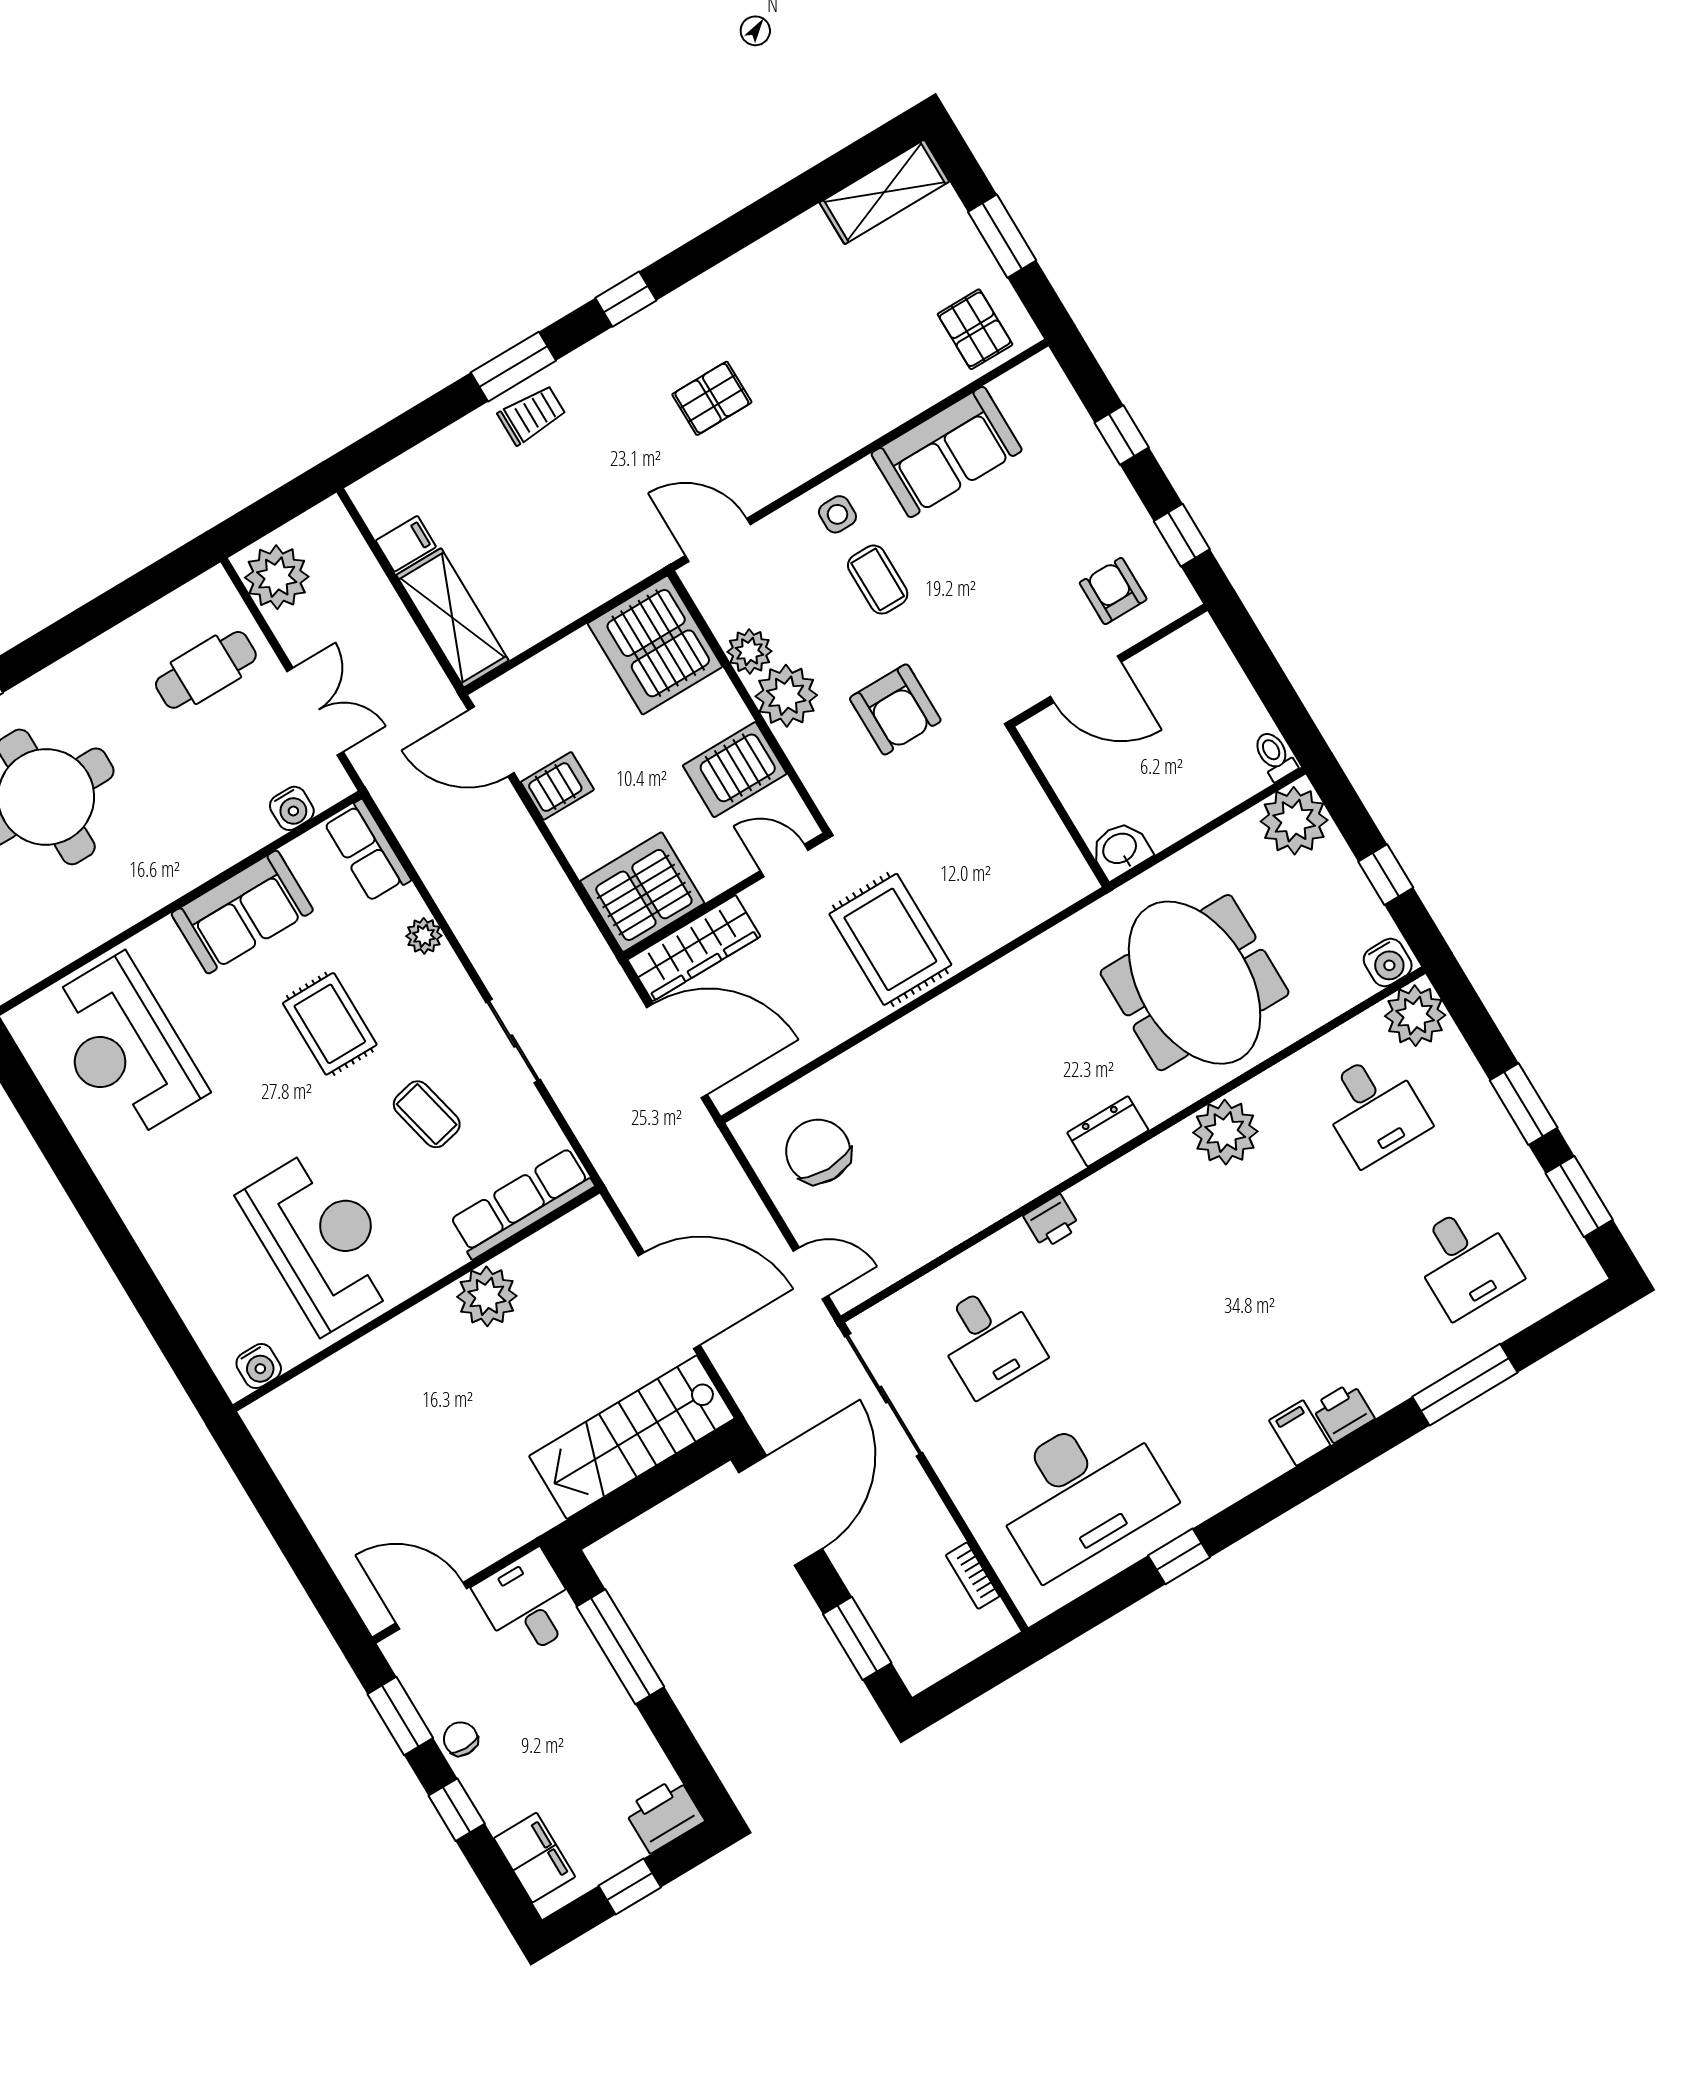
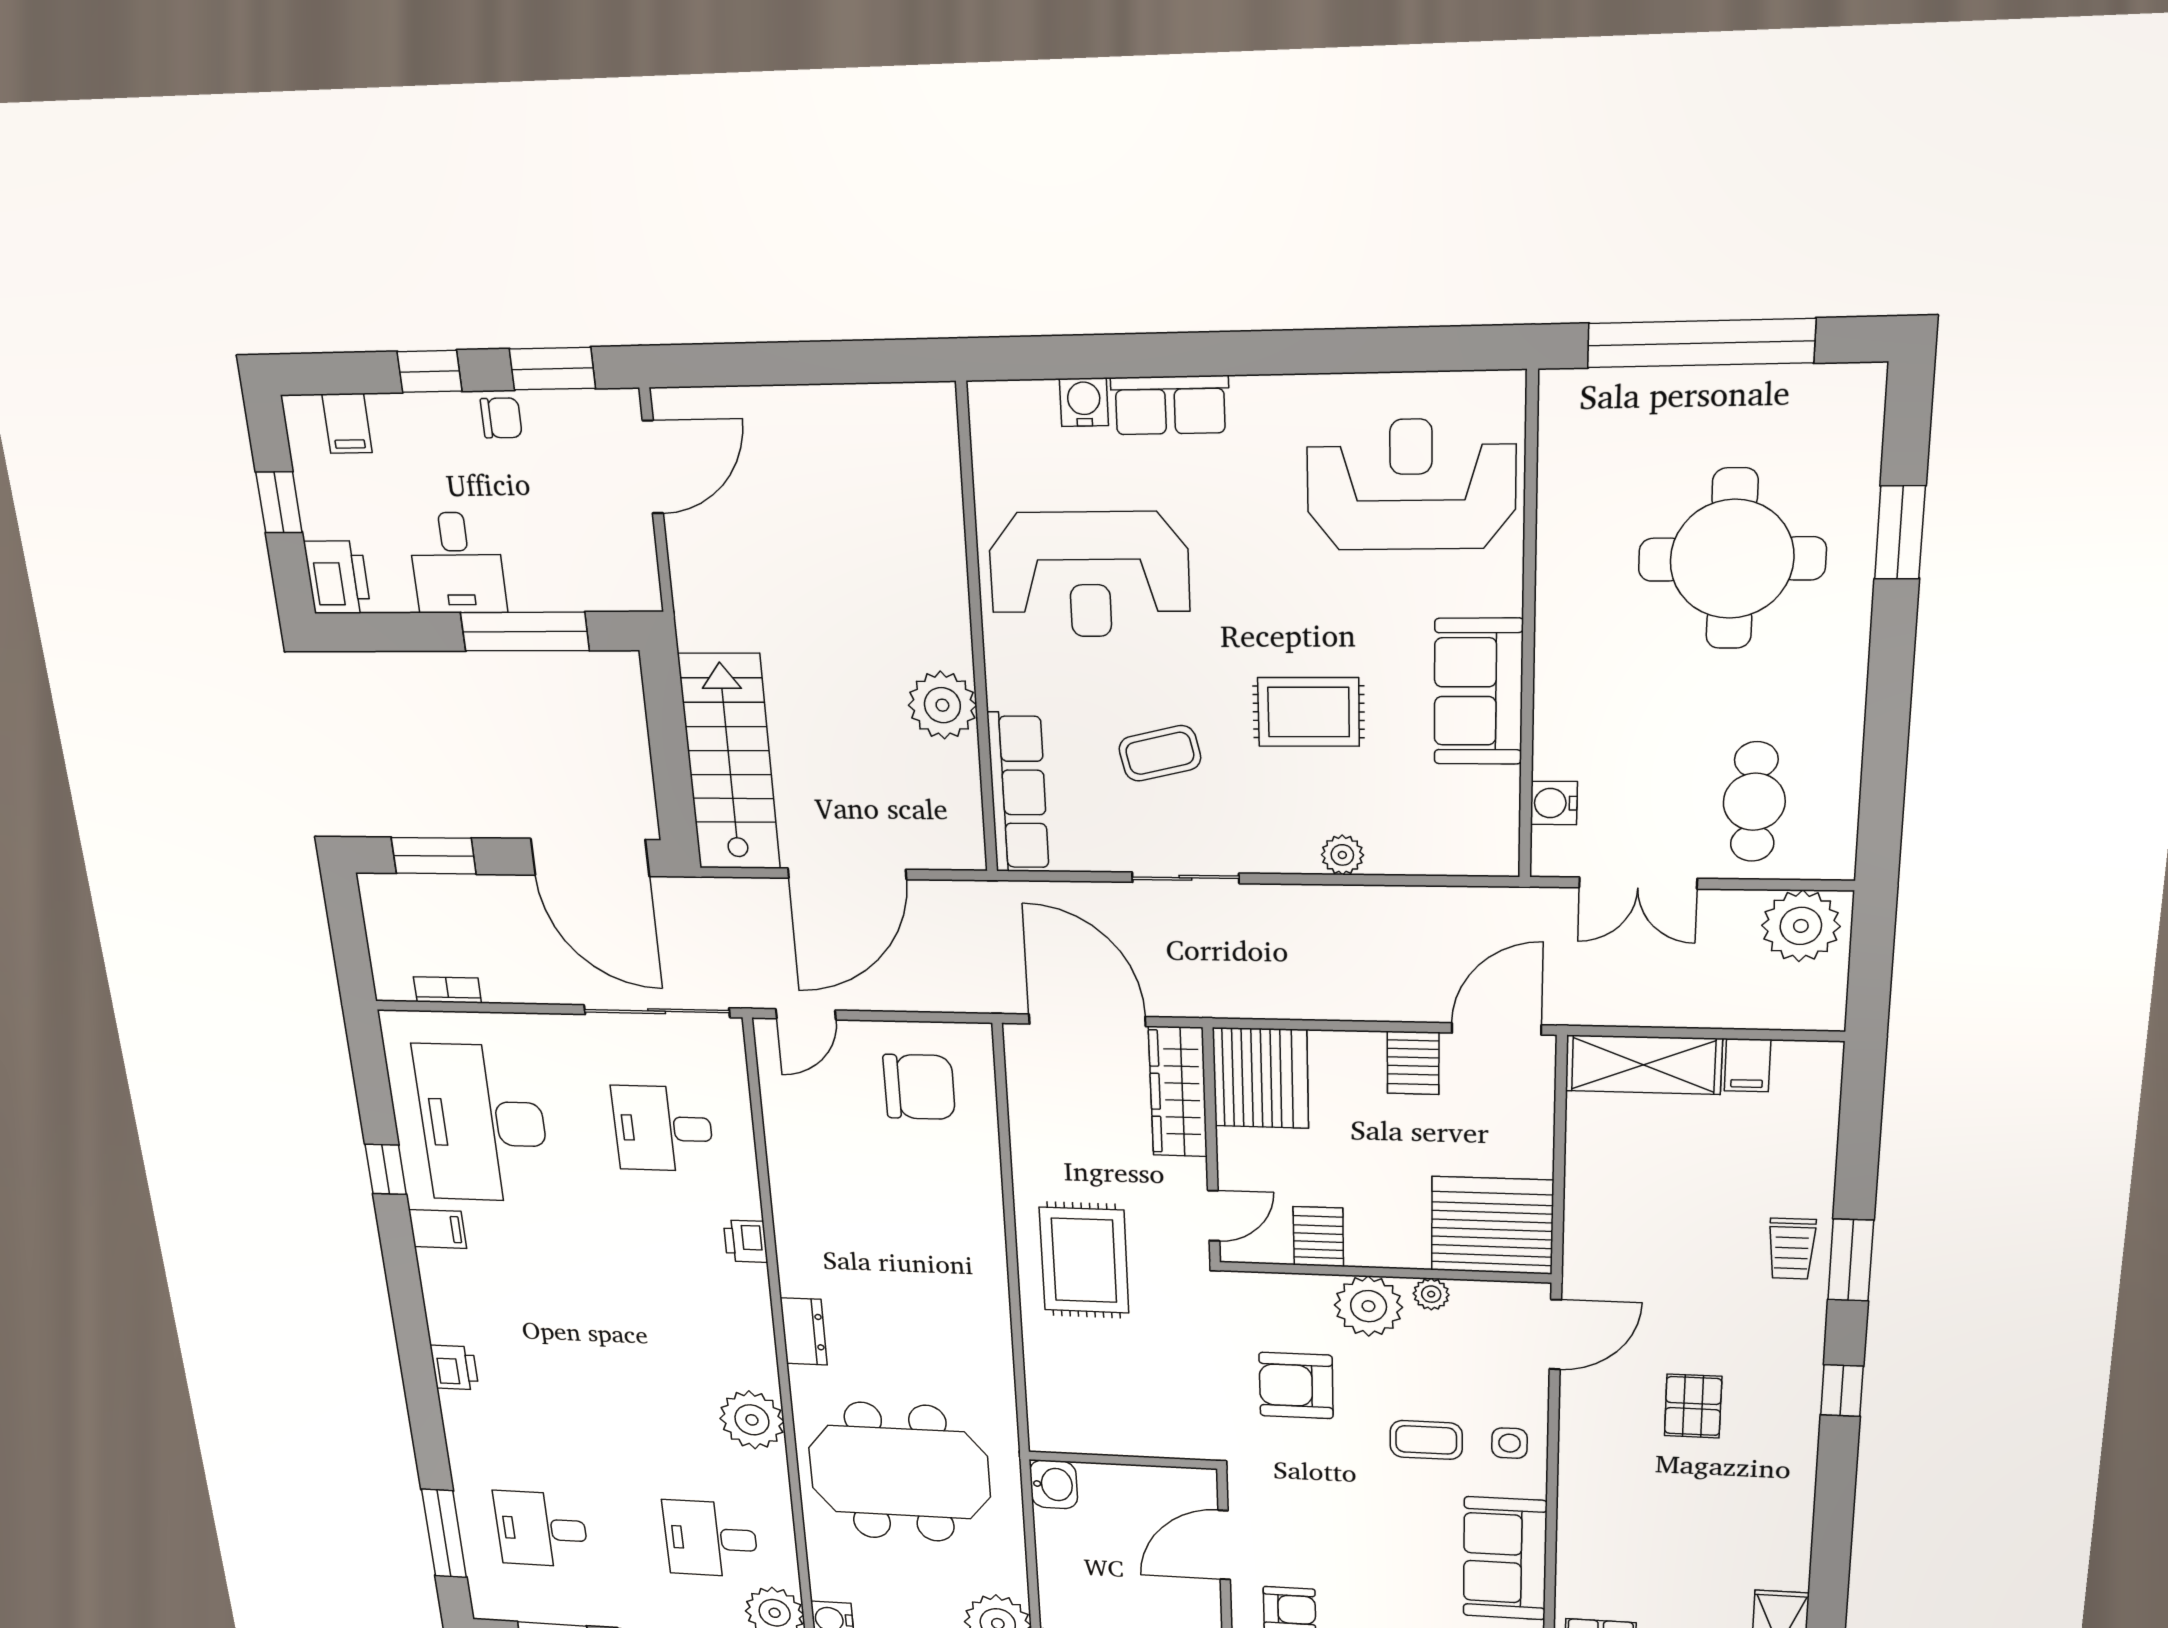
plant: (750, 651) -> (1431, 1294), width x0.73, depth x0.73
server rack: (735, 770) -> (1318, 1237), width x0.73, depth x0.70
row of seats: (367, 851) -> (1170, 405), moved, turned 180
rug: (890, 939) -> (1084, 1260), turned 90
door: (677, 1051) -> (1087, 1020), swing flipped
water cooler: (259, 1366) -> (1084, 402), moved, turned 90
window: (1465, 1385) -> (444, 1533), moved
filing cabinet: (1300, 1433) -> (438, 1229), moved
desk: (527, 1604) -> (457, 563), moved, turned 90
filing cabinet: (534, 1858) -> (347, 423), width x0.50

